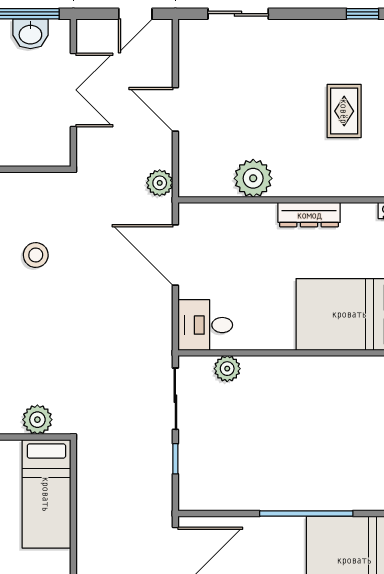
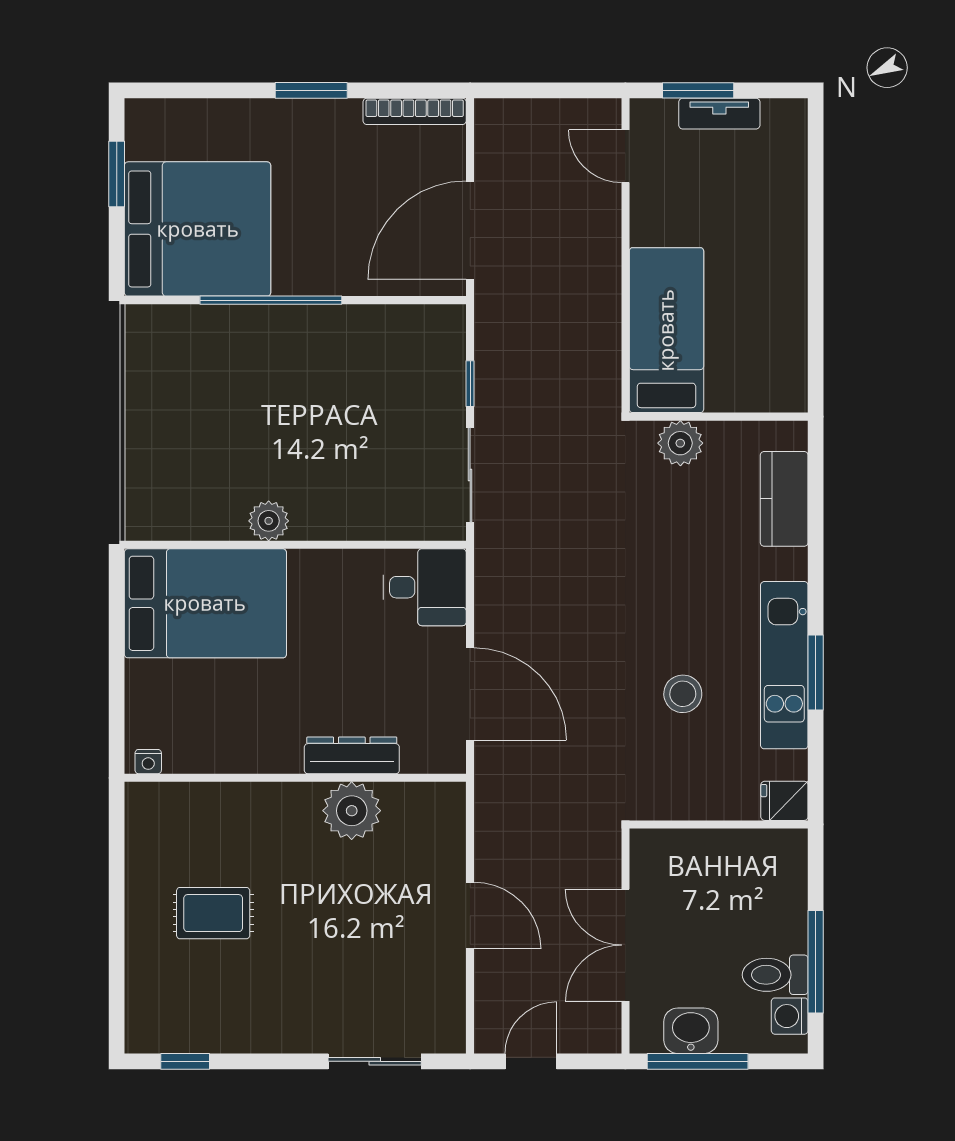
rug: (344, 111) -> (213, 913), turned 90
plant: (160, 183) -> (494, 804), removed
dresser: (309, 215) -> (352, 755), moved
plant: (227, 369) -> (269, 521), moved

